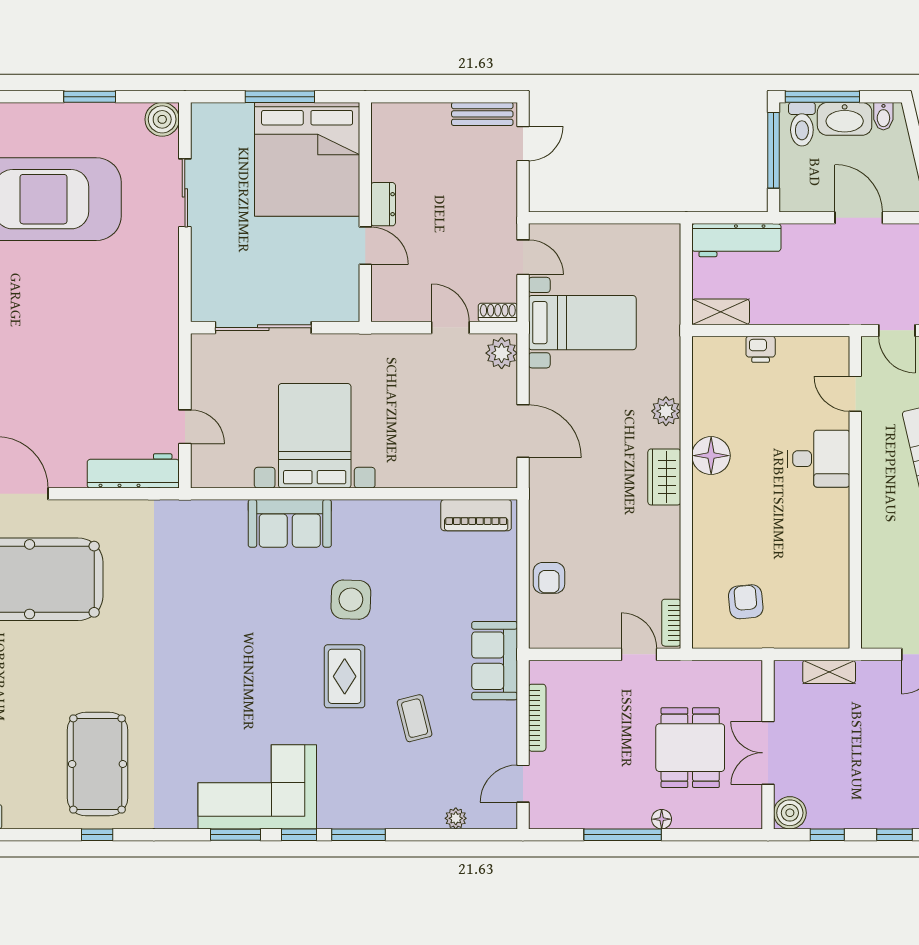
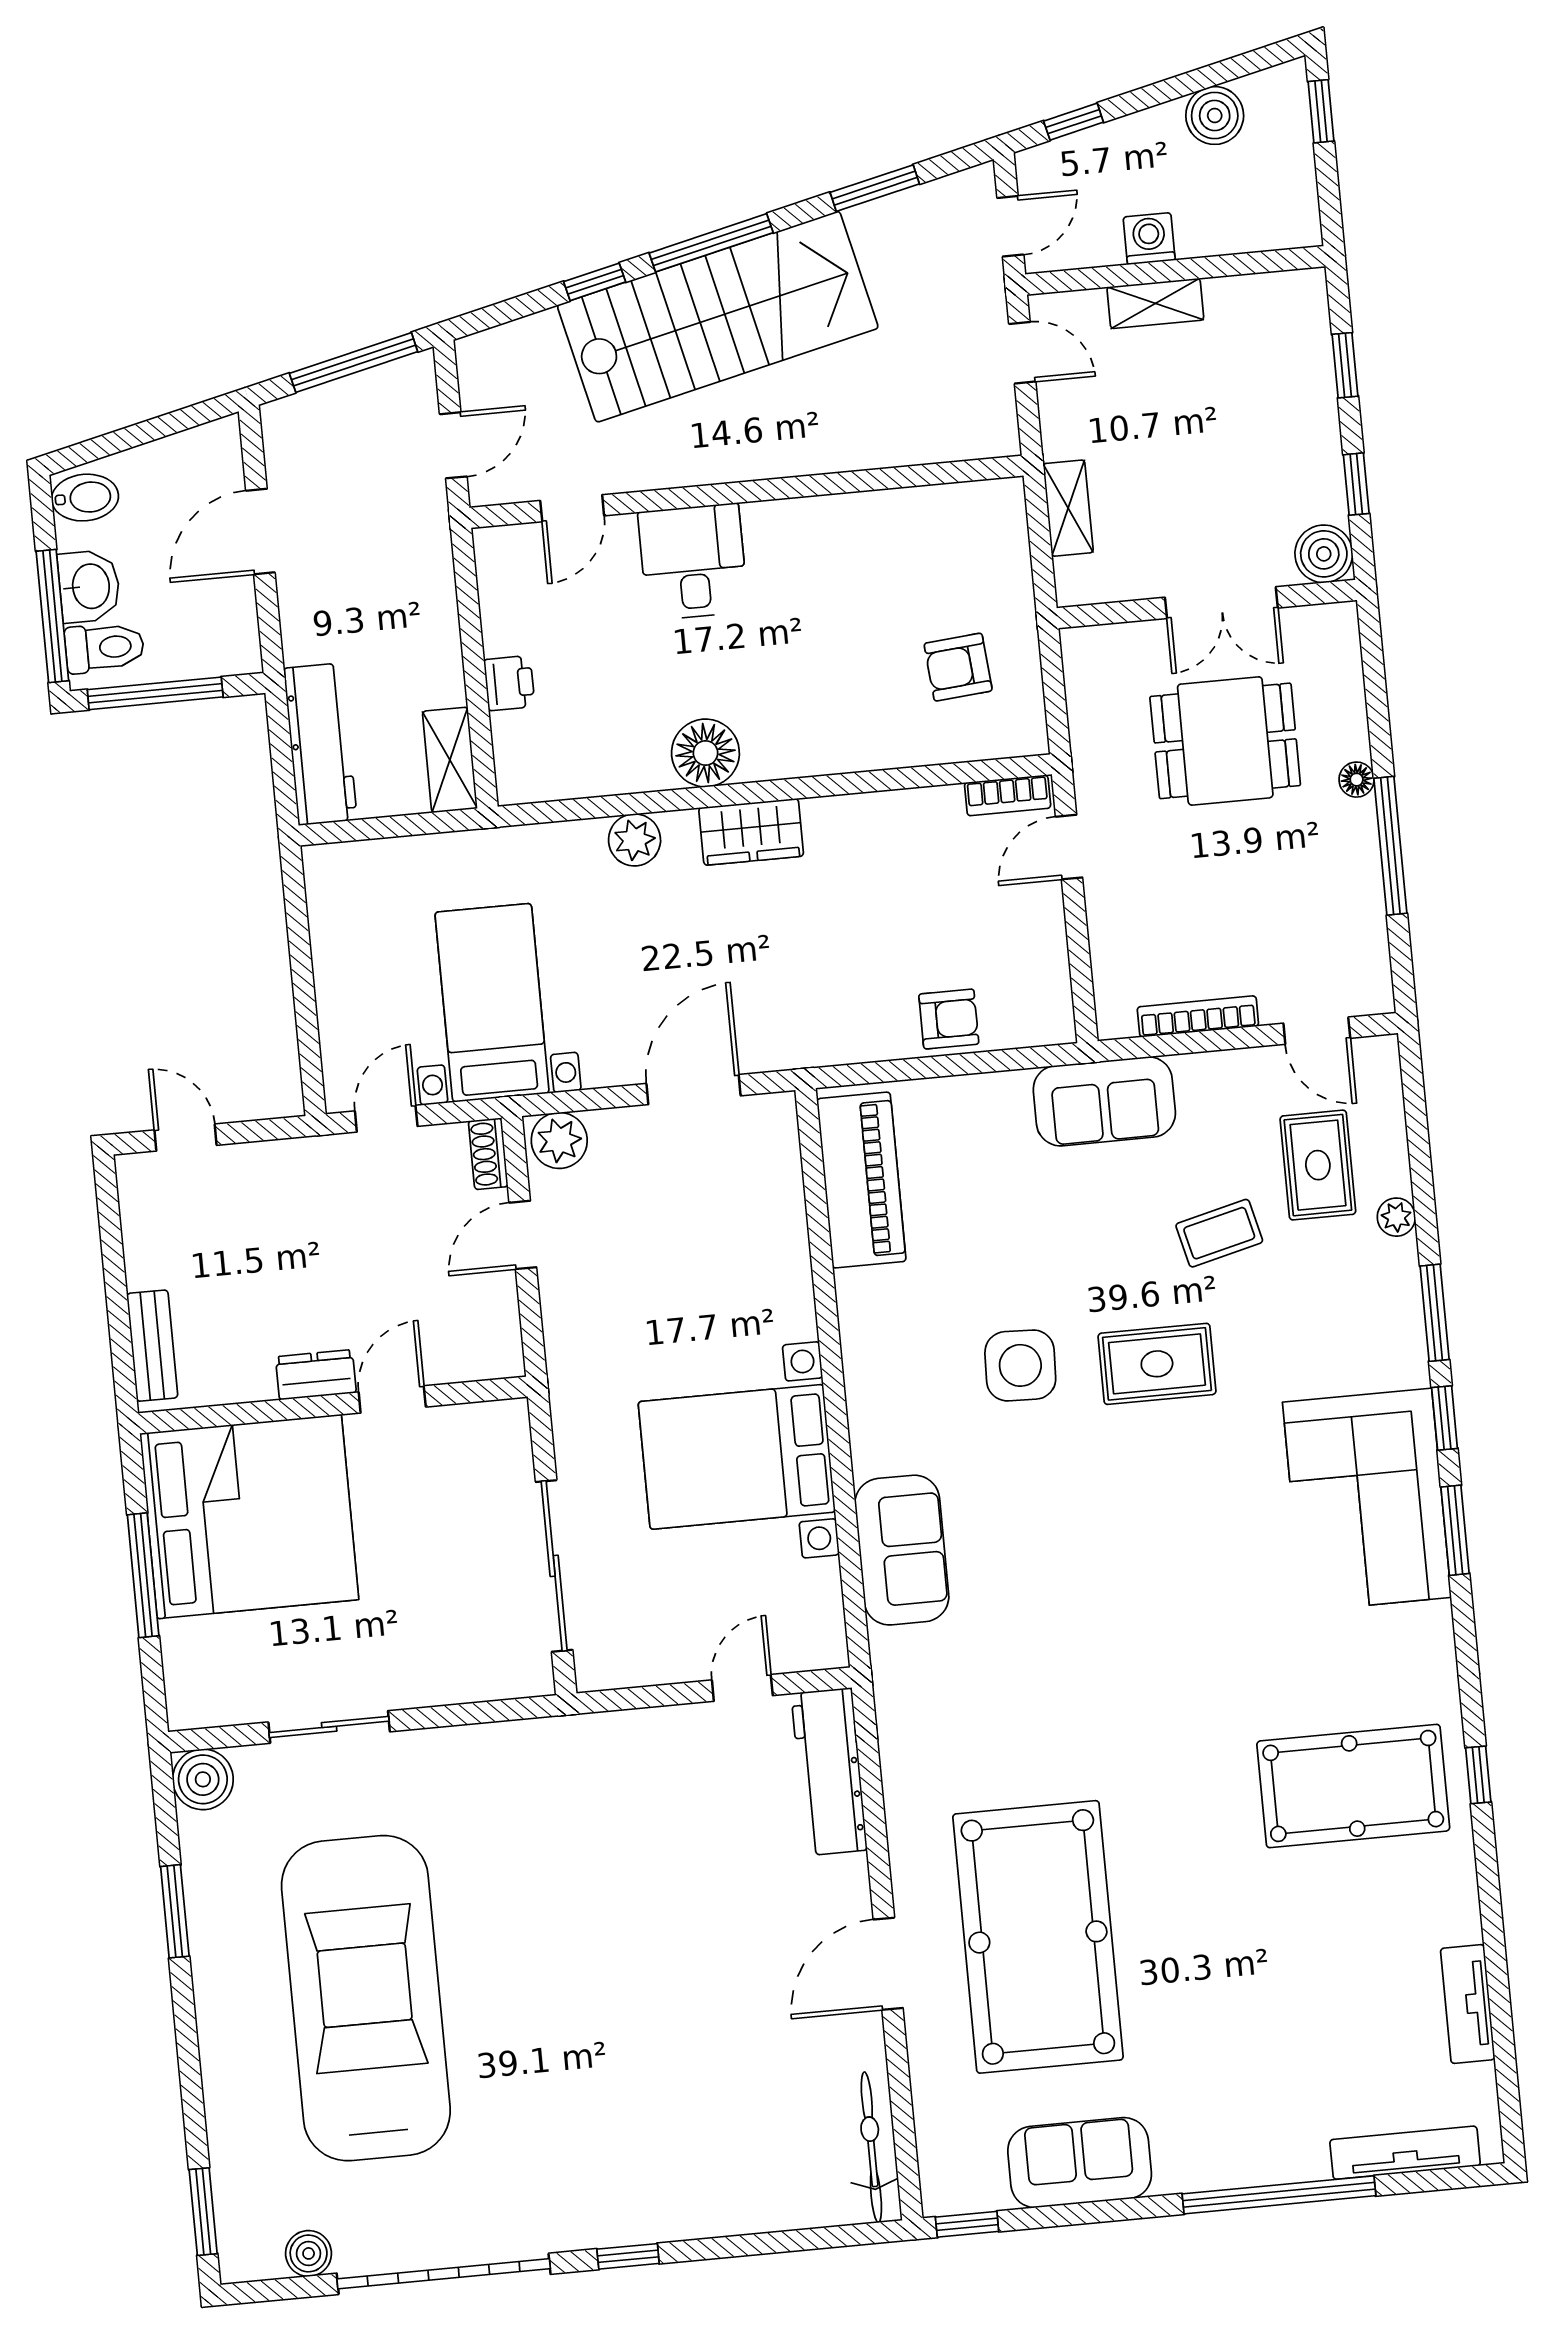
bench: (482, 114) -> (152, 1346), moved
bidet: (883, 116) -> (85, 498), width x1.38, depth x1.36
washbasin: (845, 119) -> (89, 586), width x0.72
piano: (476, 515) -> (861, 1180), width x1.37, depth x1.33
sofa: (290, 523) -> (902, 1550), moved
rug: (447, 777) -> (1318, 1165), added
plant: (456, 818) -> (1396, 1217), moved

